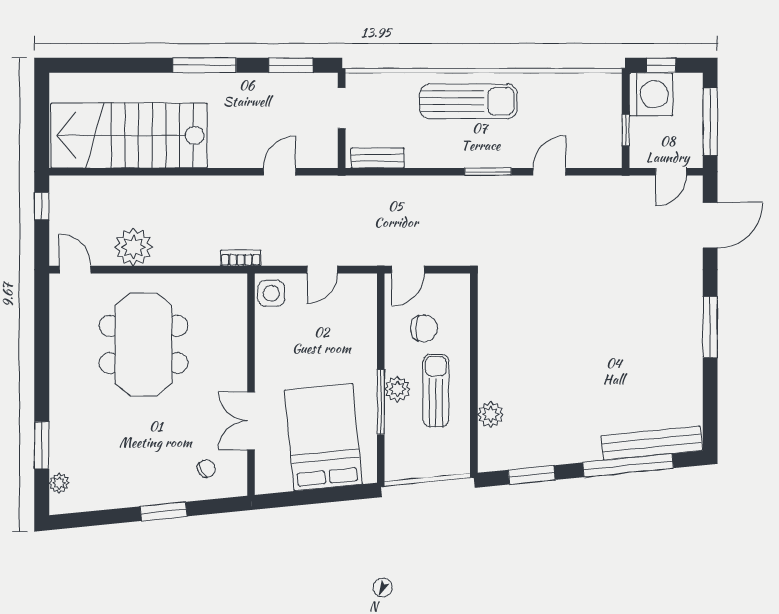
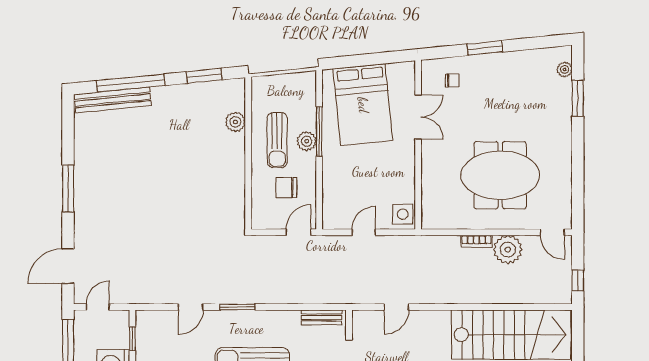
bookcase: (241, 258) -> (476, 241), moved
meeting table: (143, 344) -> (500, 175), turned 90
chair: (206, 469) -> (452, 81), turned -152

